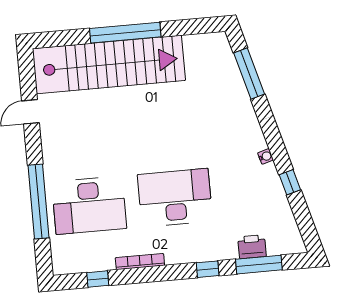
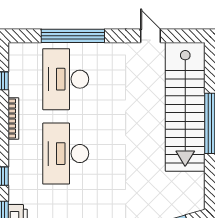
desk: (175, 198) -> (66, 154), turned 180

